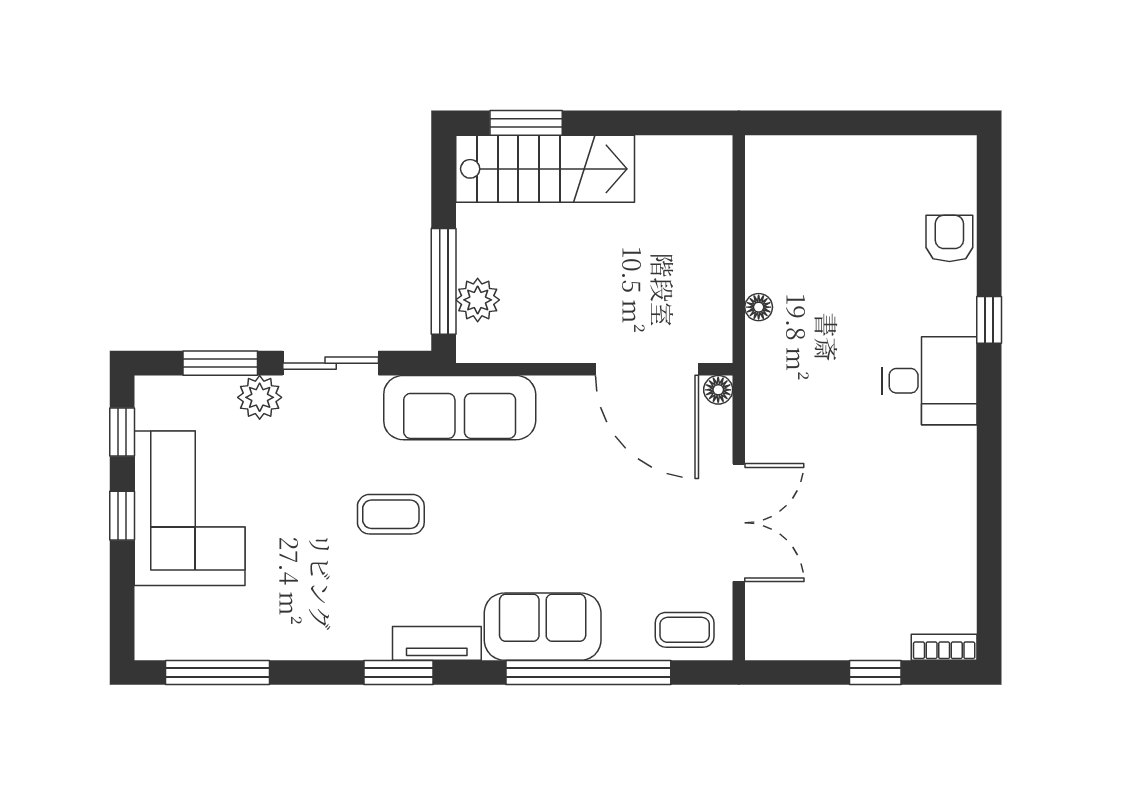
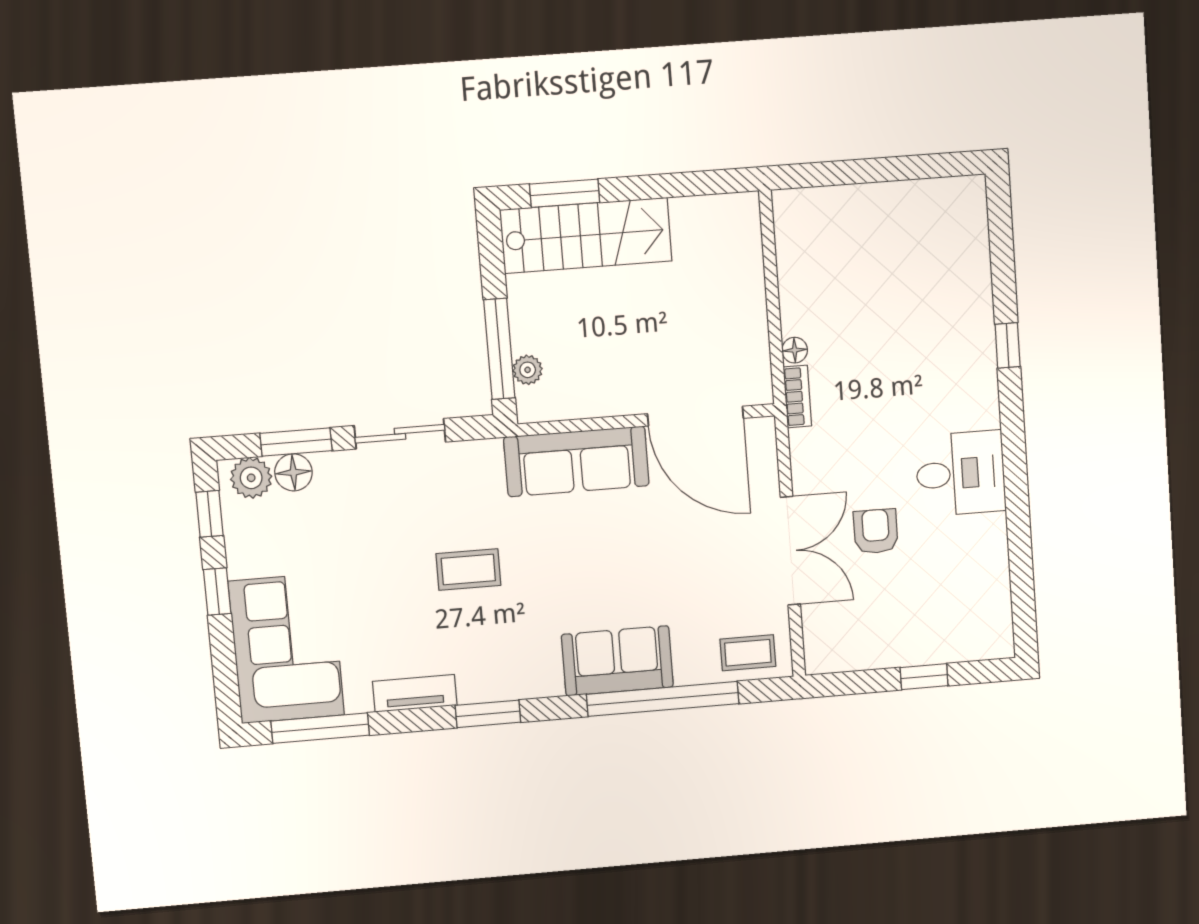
armchair: (949, 238) -> (876, 531), moved
plant: (478, 300) -> (528, 370), width x0.73, depth x0.73
desk: (929, 381) -> (961, 473), moved
floor lamp: (718, 390) -> (293, 472), moved, width x1.37, depth x1.37
plant: (260, 397) -> (251, 478), moved
sofa: (460, 408) -> (576, 461), moved
corner sofa: (190, 508) -> (286, 648), moved
tv unit: (437, 643) -> (415, 693), moved
bookcase: (944, 647) -> (797, 397), moved, turned 90

